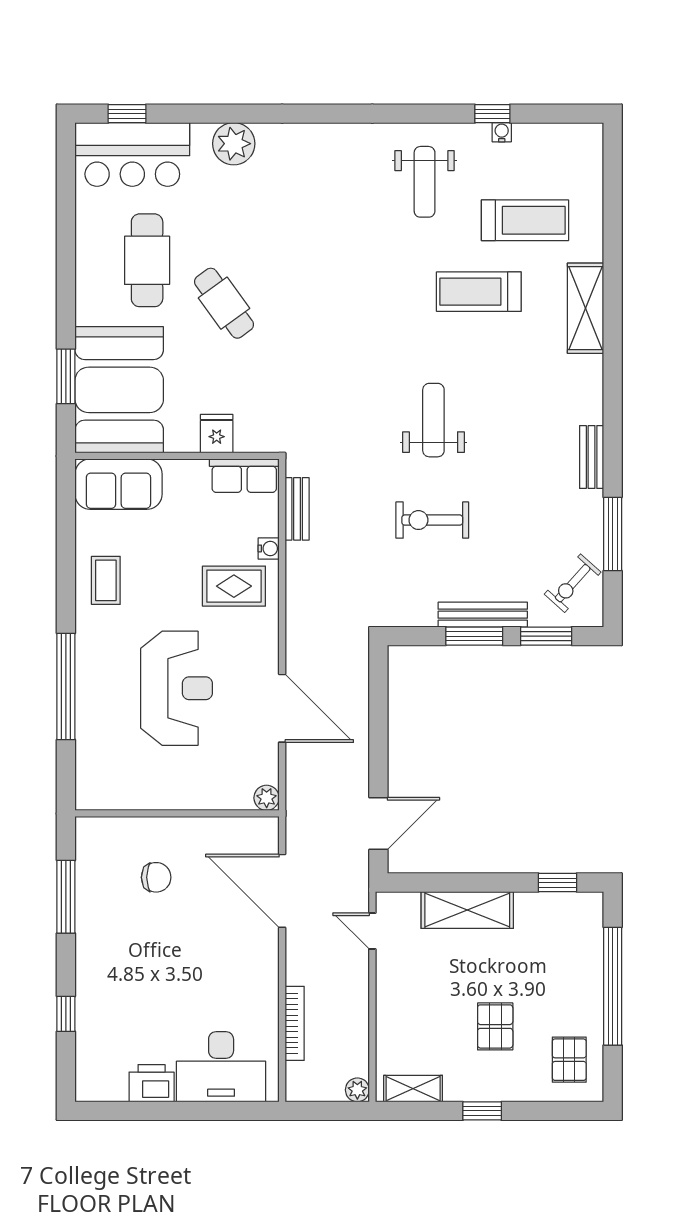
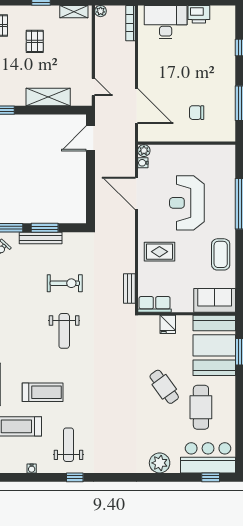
window: (492, 114) -> (75, 477), moved
water cooler: (269, 548) -> (143, 163), moved
coffee table: (106, 580) -> (221, 254), width x1.36, depth x1.30
bookcase: (295, 1023) -> (130, 23), moved

